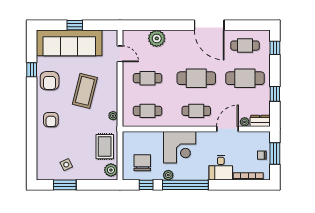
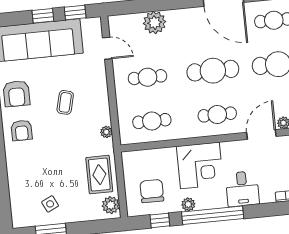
window: (99, 25) -> (75, 13), added
coffee table: (85, 91) -> (65, 102), width x0.54, depth x0.58
armchair: (51, 120) -> (22, 130), moved
desk: (221, 168) -> (242, 189), moved

